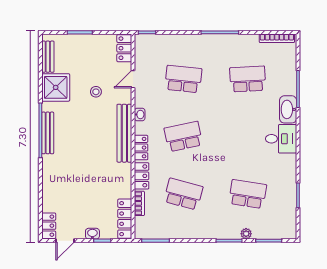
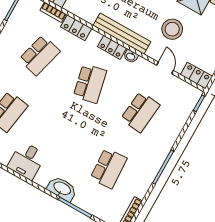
stool: (96, 92) -> (172, 29), width x1.89, depth x1.89
desk: (281, 139) -> (27, 161), moved
locker: (141, 148) -> (112, 47), moved

